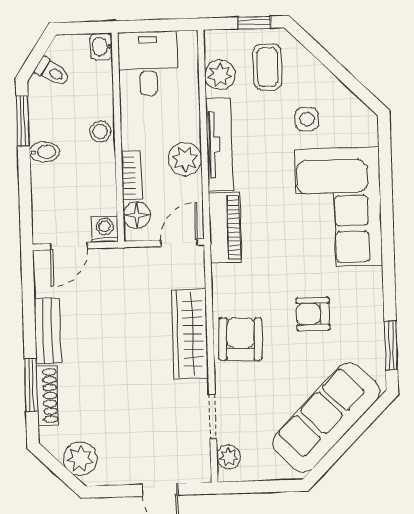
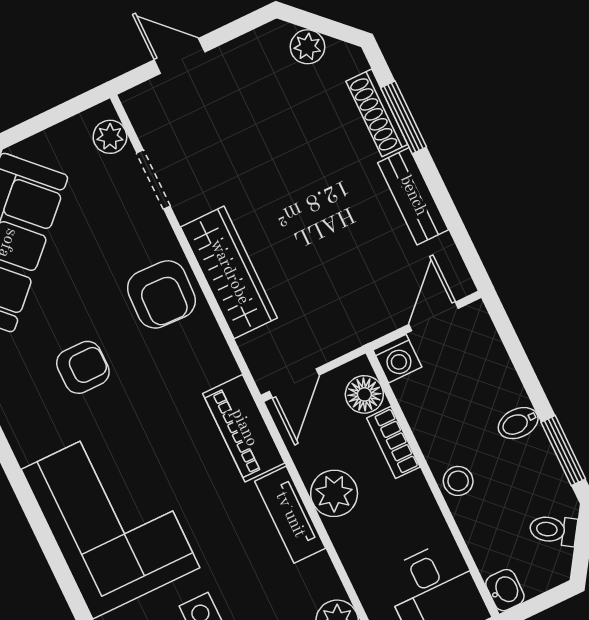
tv unit: (219, 144) -> (290, 515), width x0.71
plant: (80, 459) -> (307, 47), width x0.73, depth x0.73

